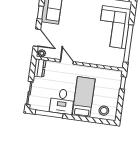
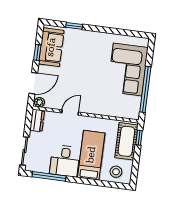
door: (37, 38) -> (33, 83), hinge flipped
door: (67, 62) -> (70, 112), hinge flipped
cot: (113, 86) -> (126, 141), added

